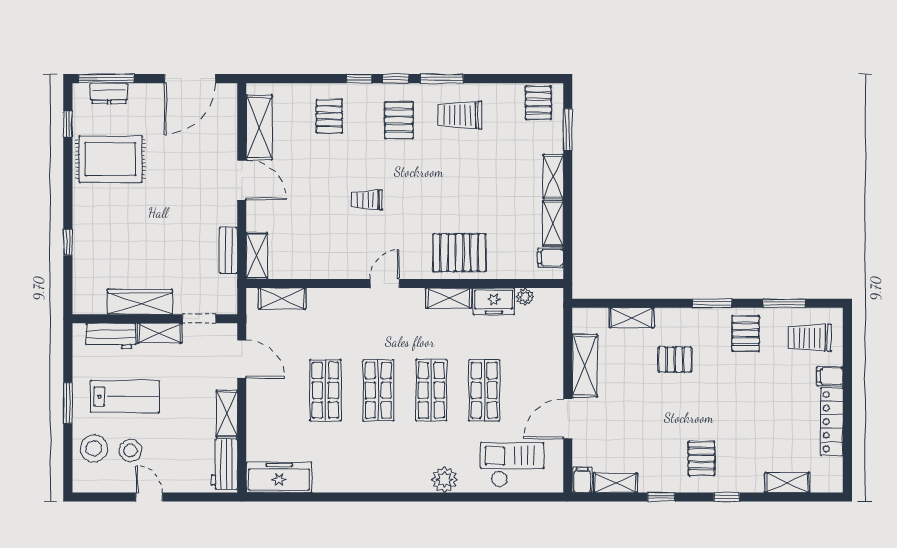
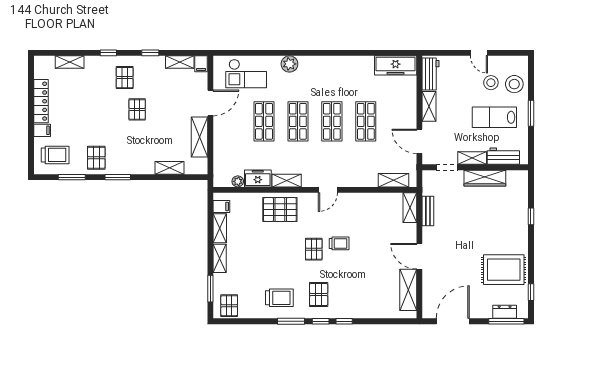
pallet: (329, 116) -> (314, 249), moved
pallet: (675, 360) -> (137, 109), moved, turned 90

